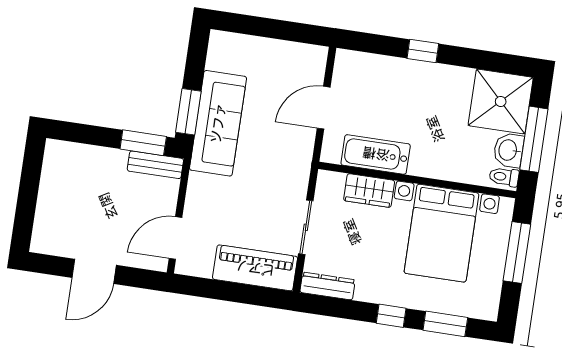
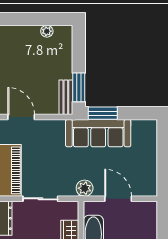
plant: (300, 157) -> (85, 188), added
plant: (49, 179) -> (47, 31), added

